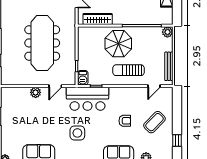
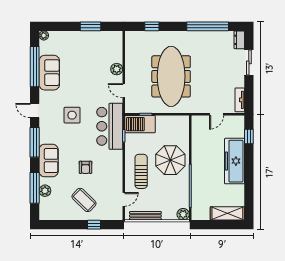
wardrobe: (98, 19) -> (197, 137), removed
meeting table: (42, 43) -> (171, 76), turned 90
barbecue: (83, 78) -> (140, 124), width x1.88, depth x1.53
door: (154, 86) -> (124, 199), swing flipped
window: (177, 141) -> (94, 225), moved

